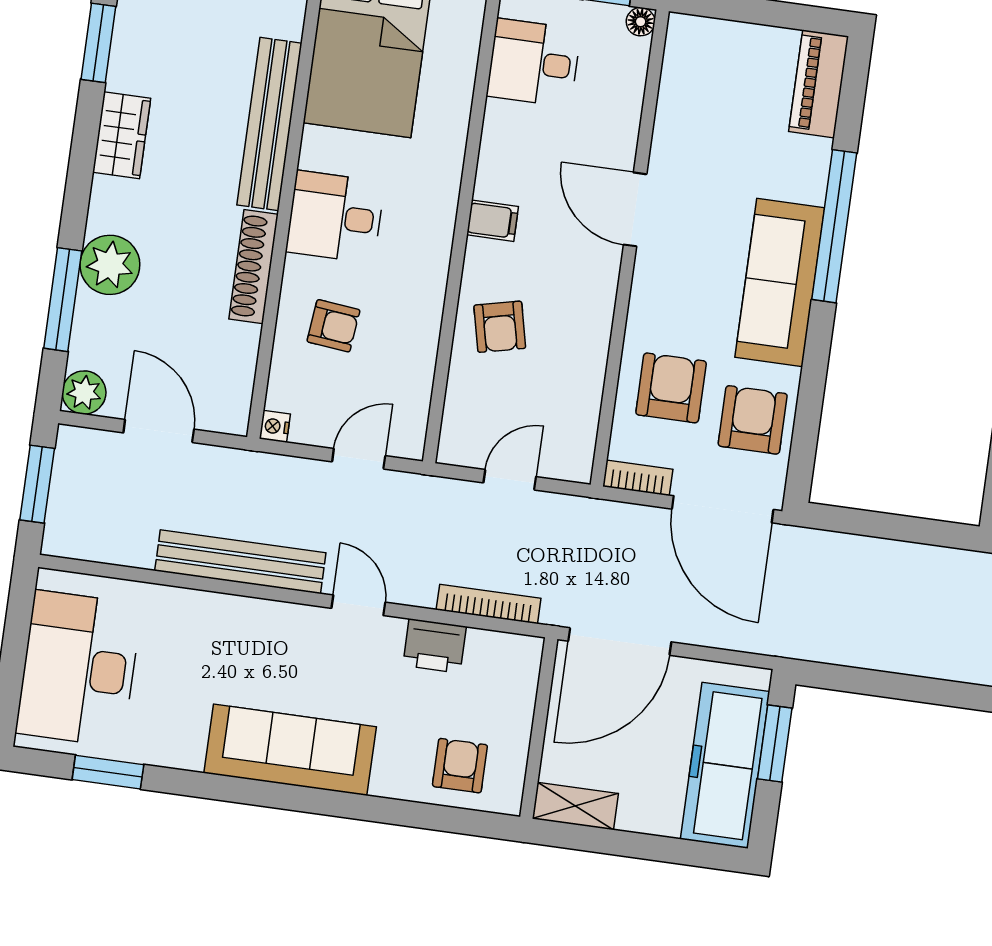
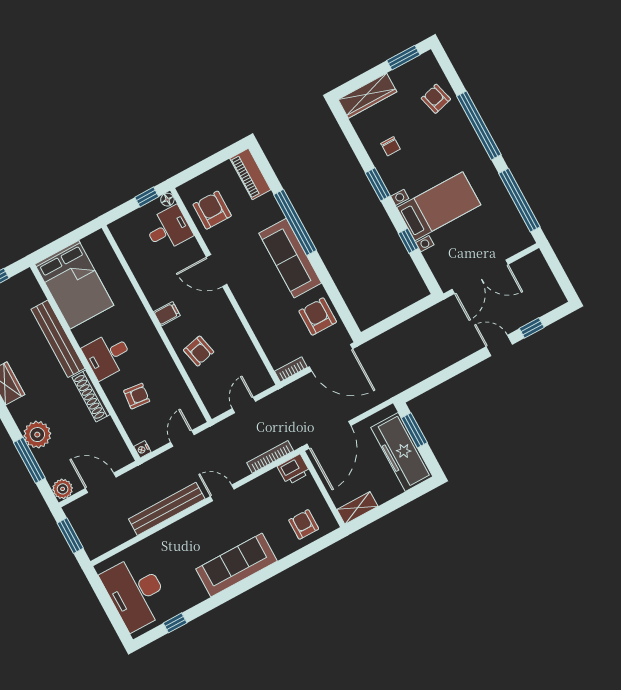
desk: (534, 63) -> (168, 229), moved, turned 180
armchair: (671, 388) -> (212, 210), moved
printer: (434, 646) -> (294, 470), moved
window: (108, 772) -> (175, 623), width x0.67

